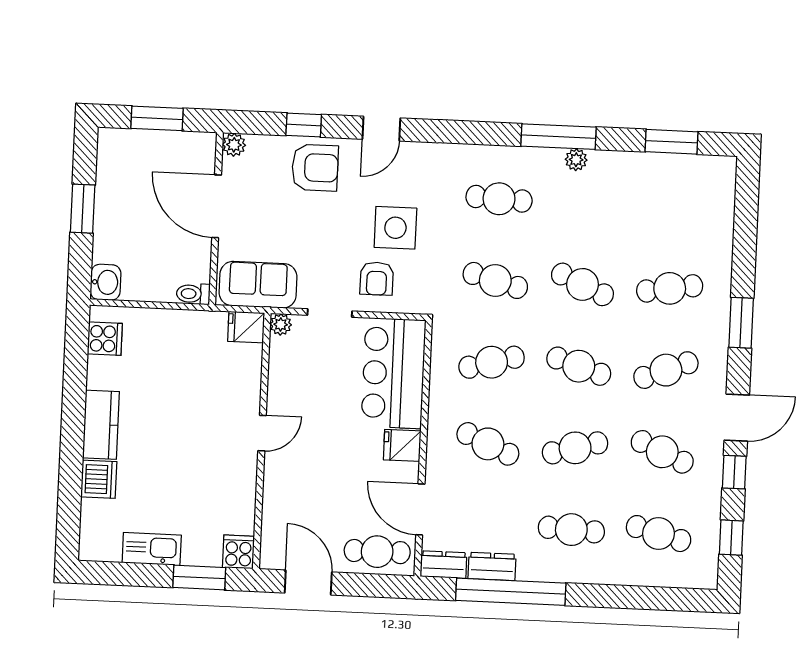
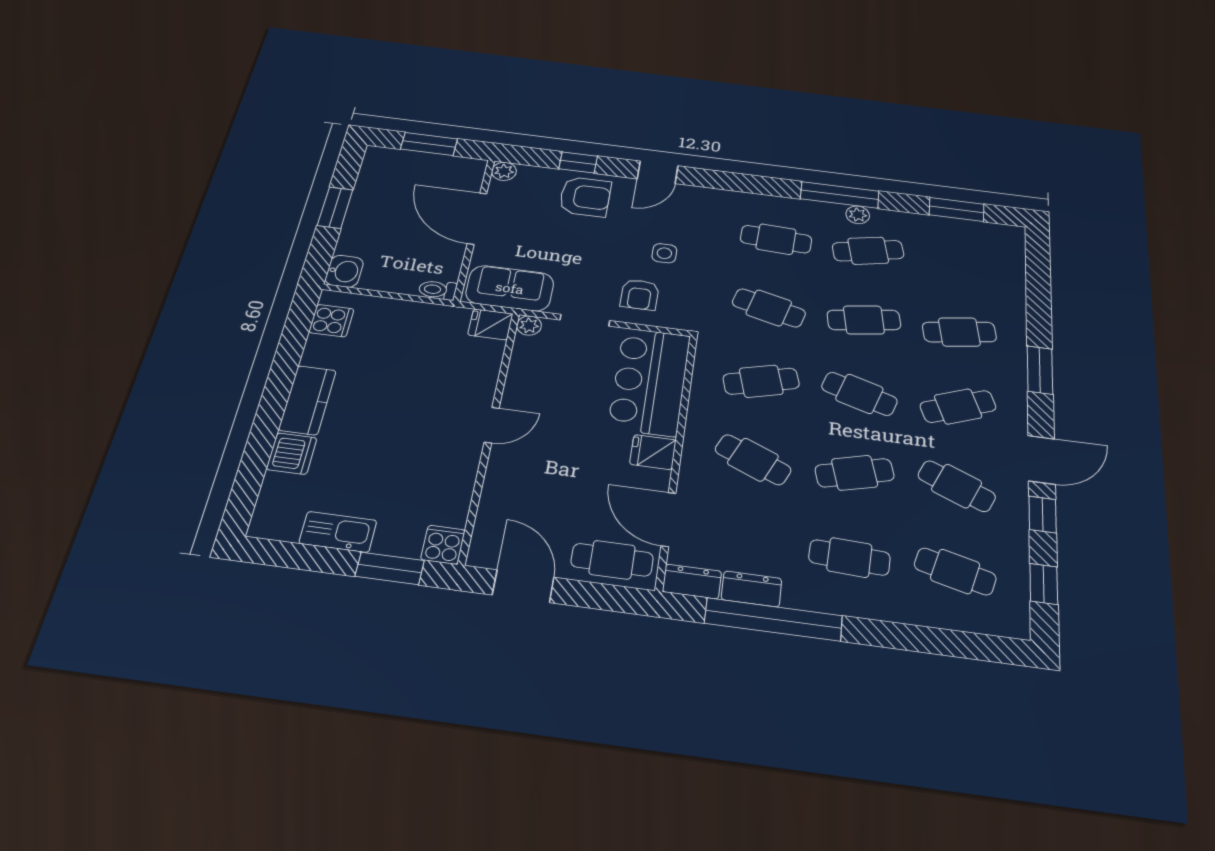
cafe table: (586, 203) -> (868, 251), added
side table: (395, 228) -> (664, 253), width x0.54, depth x0.54
cafe table: (582, 284) -> (864, 320), turned -33

